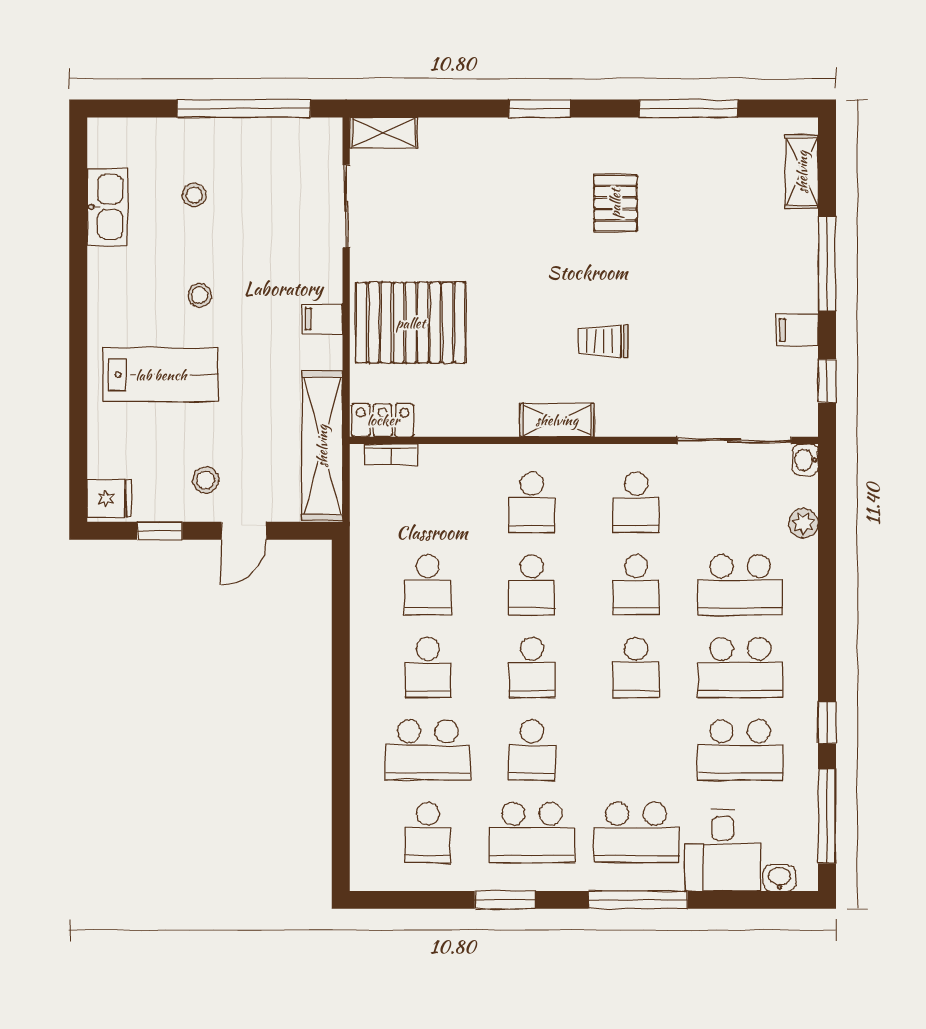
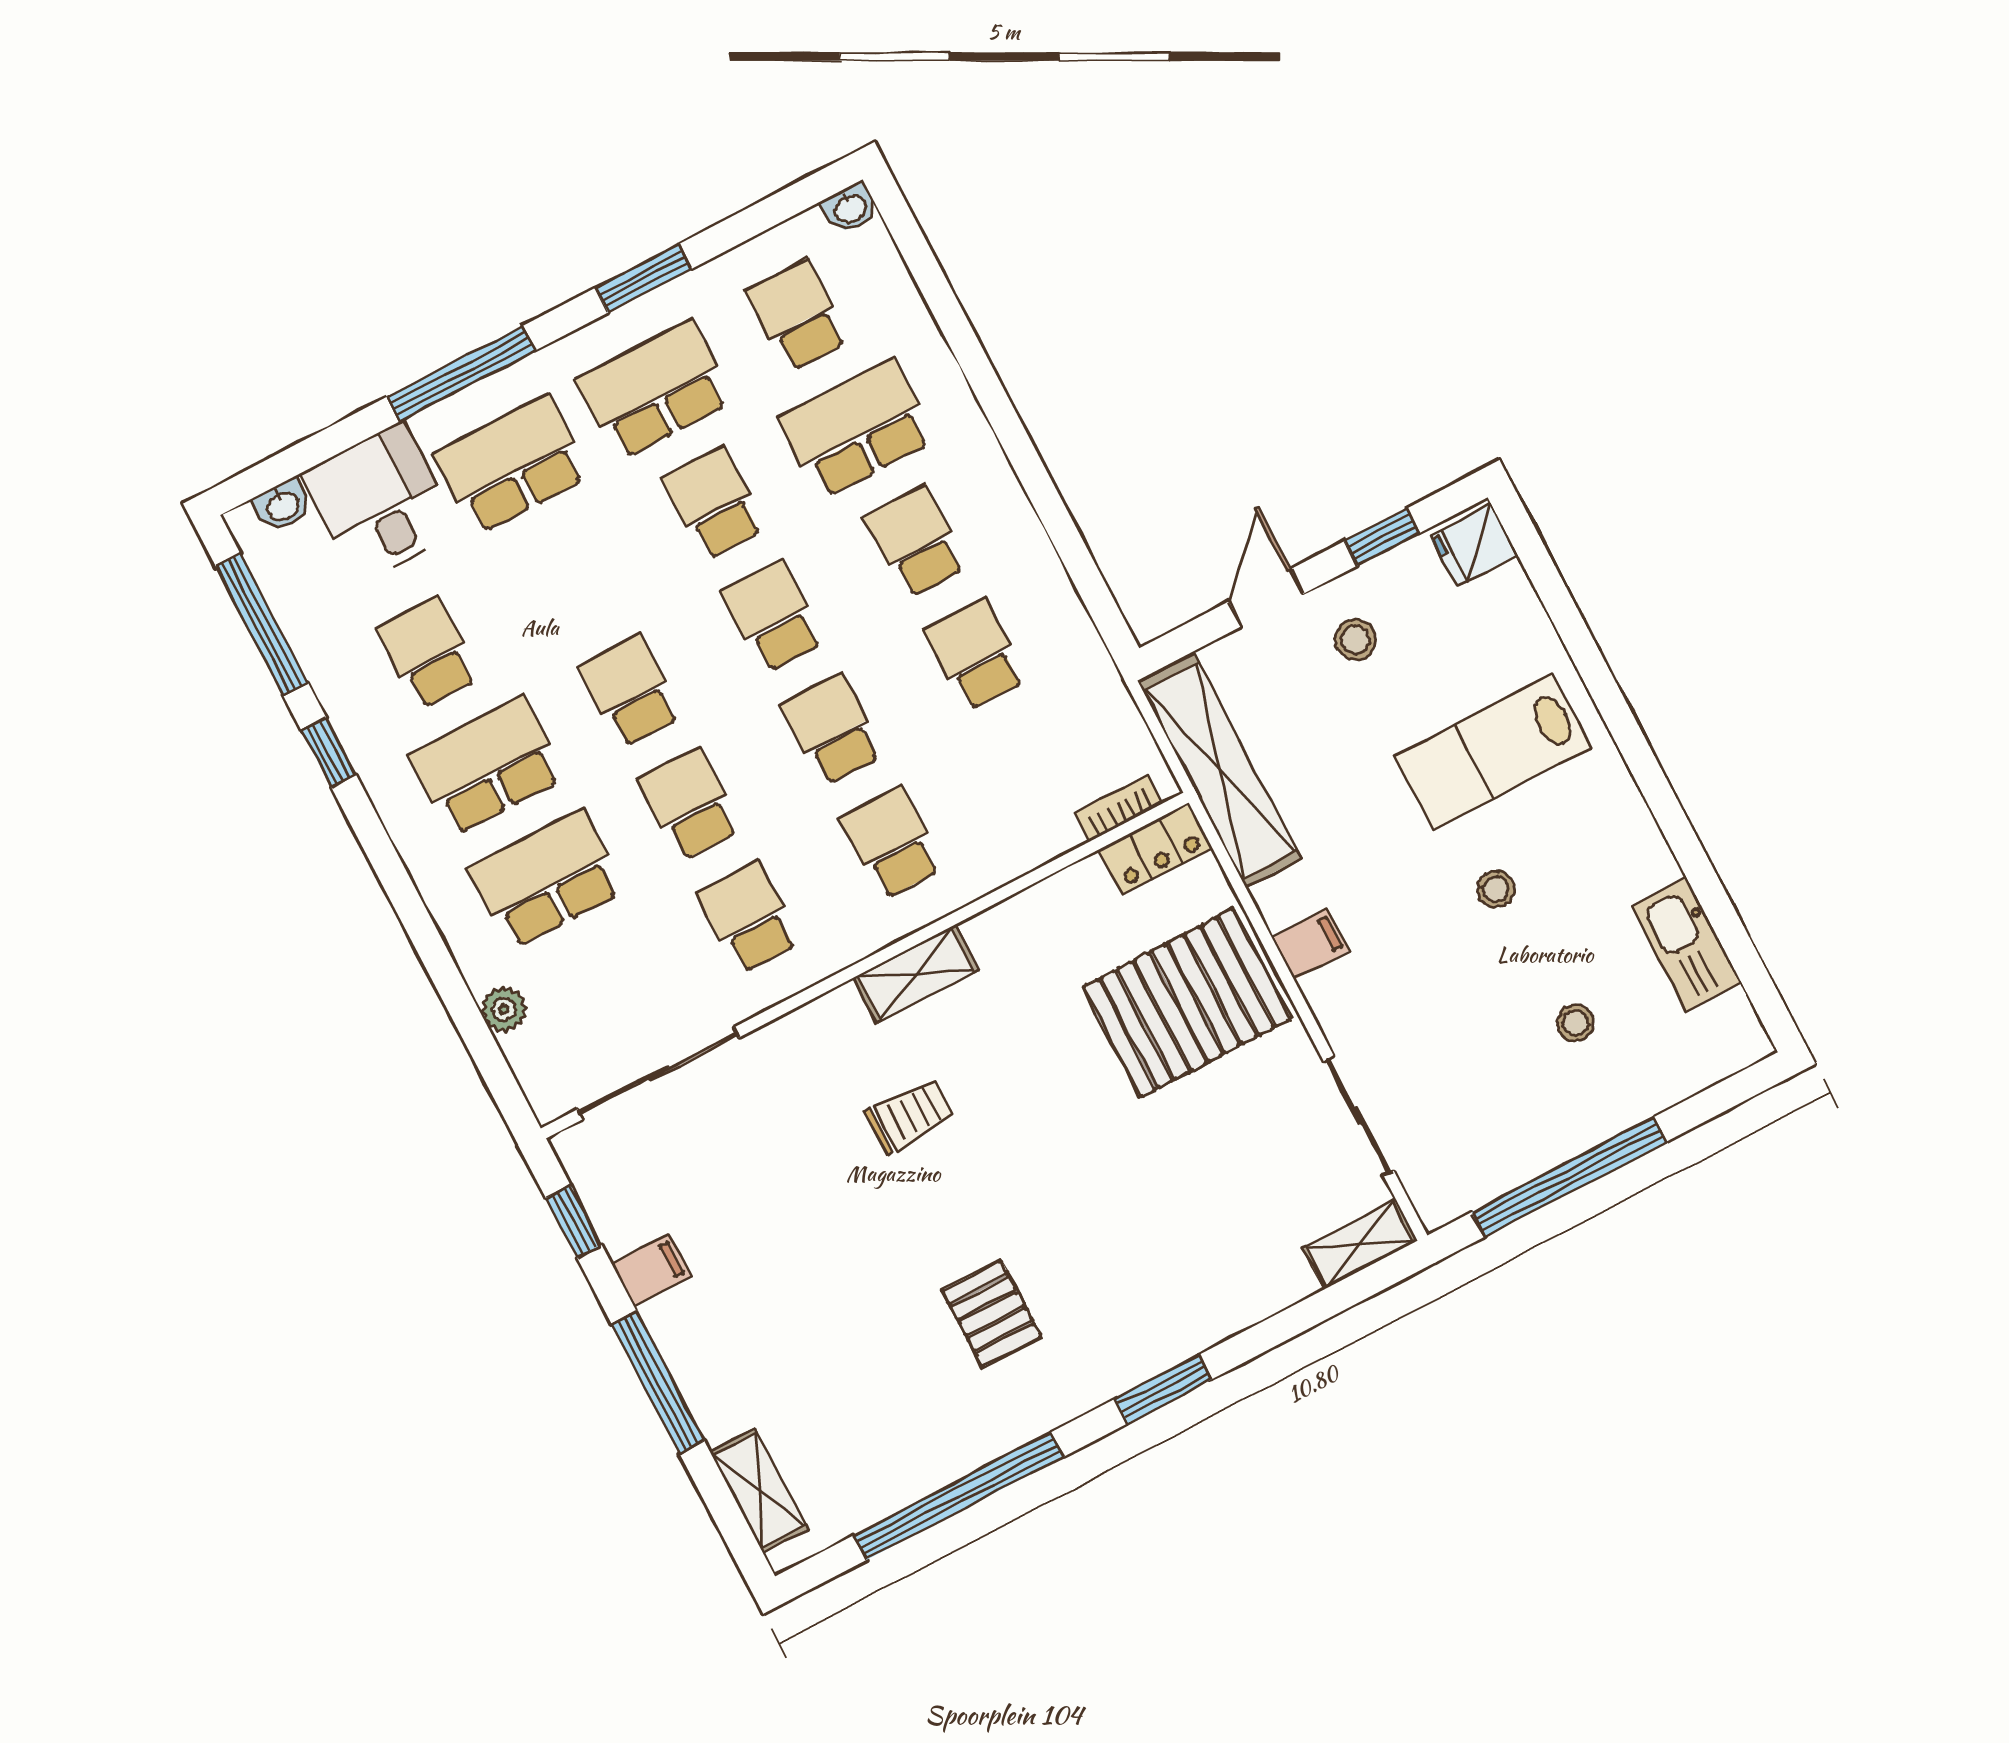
window: (689, 109) -> (959, 1496), width x1.46
washbasin: (805, 460) -> (850, 208), moved, turned 90
school desk: (740, 750) -> (428, 653), width x0.54

